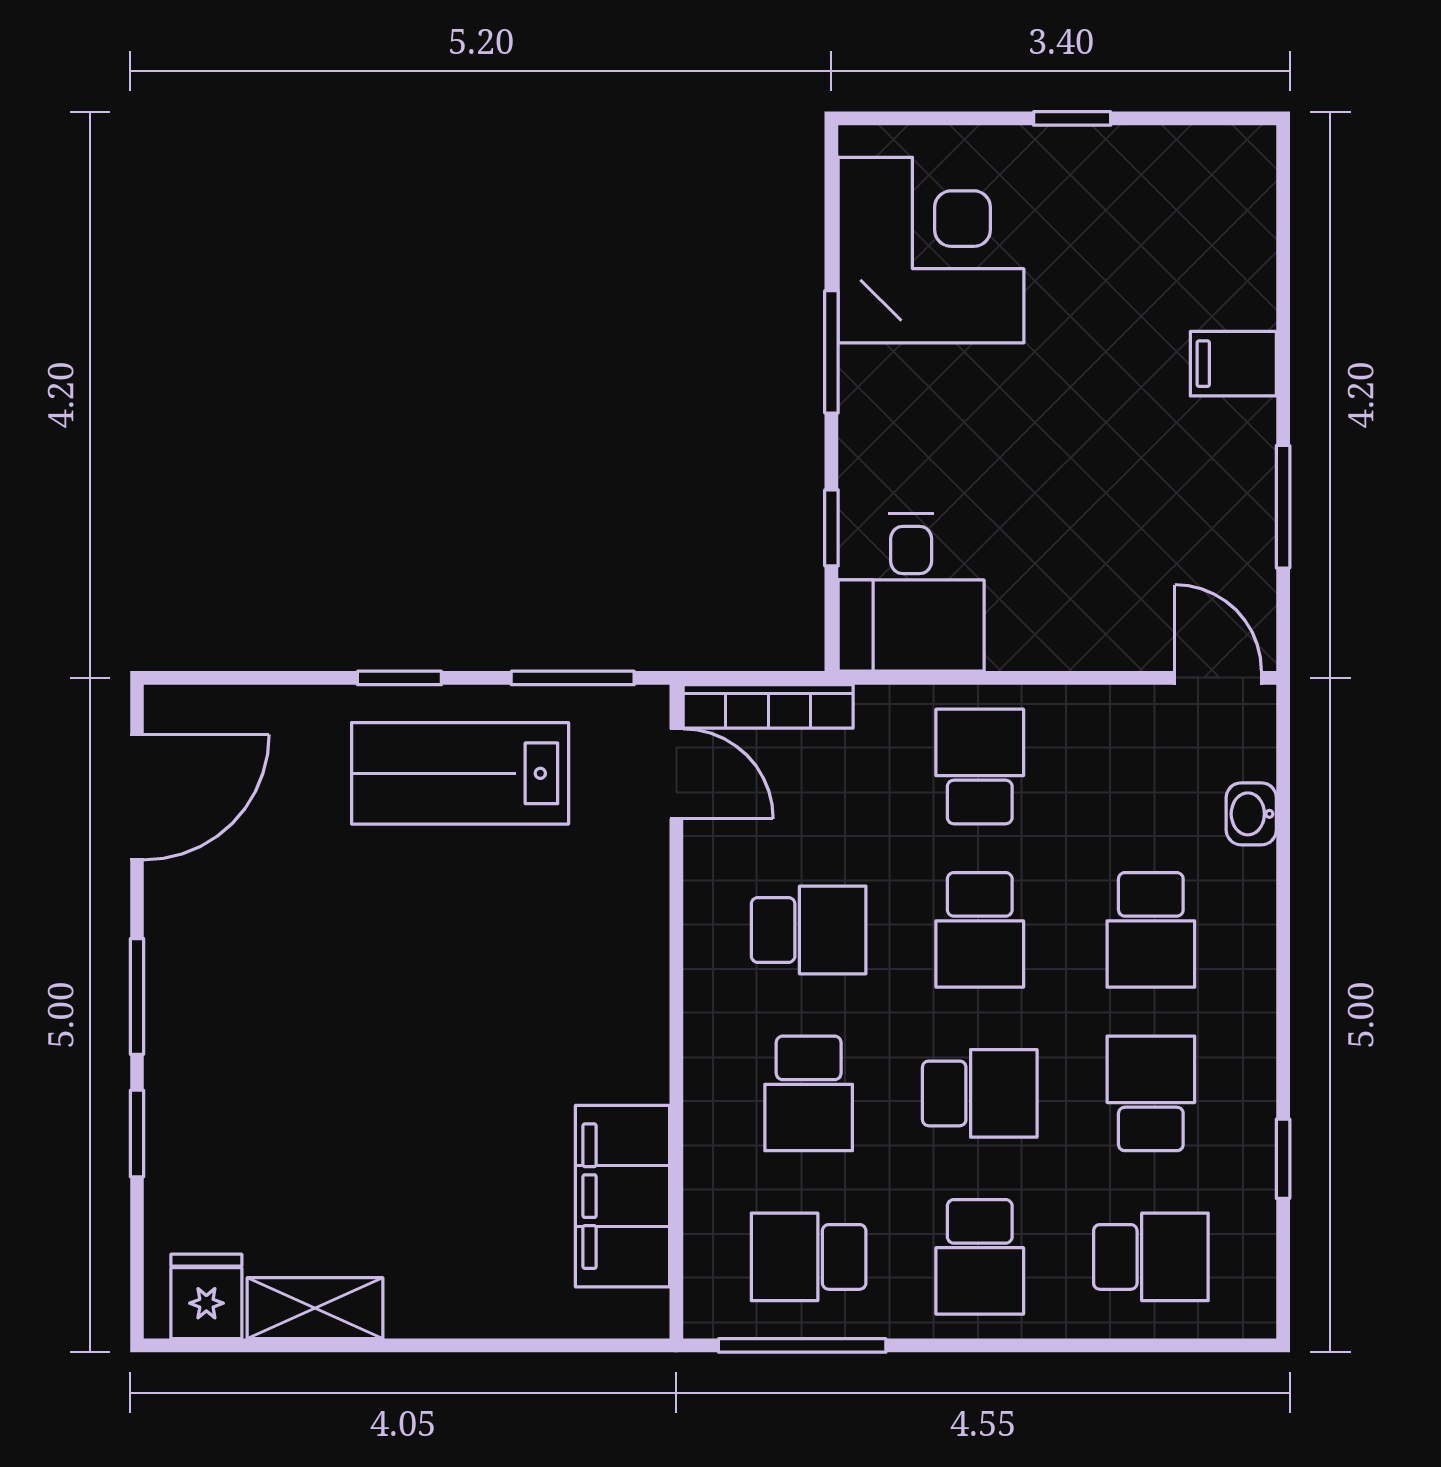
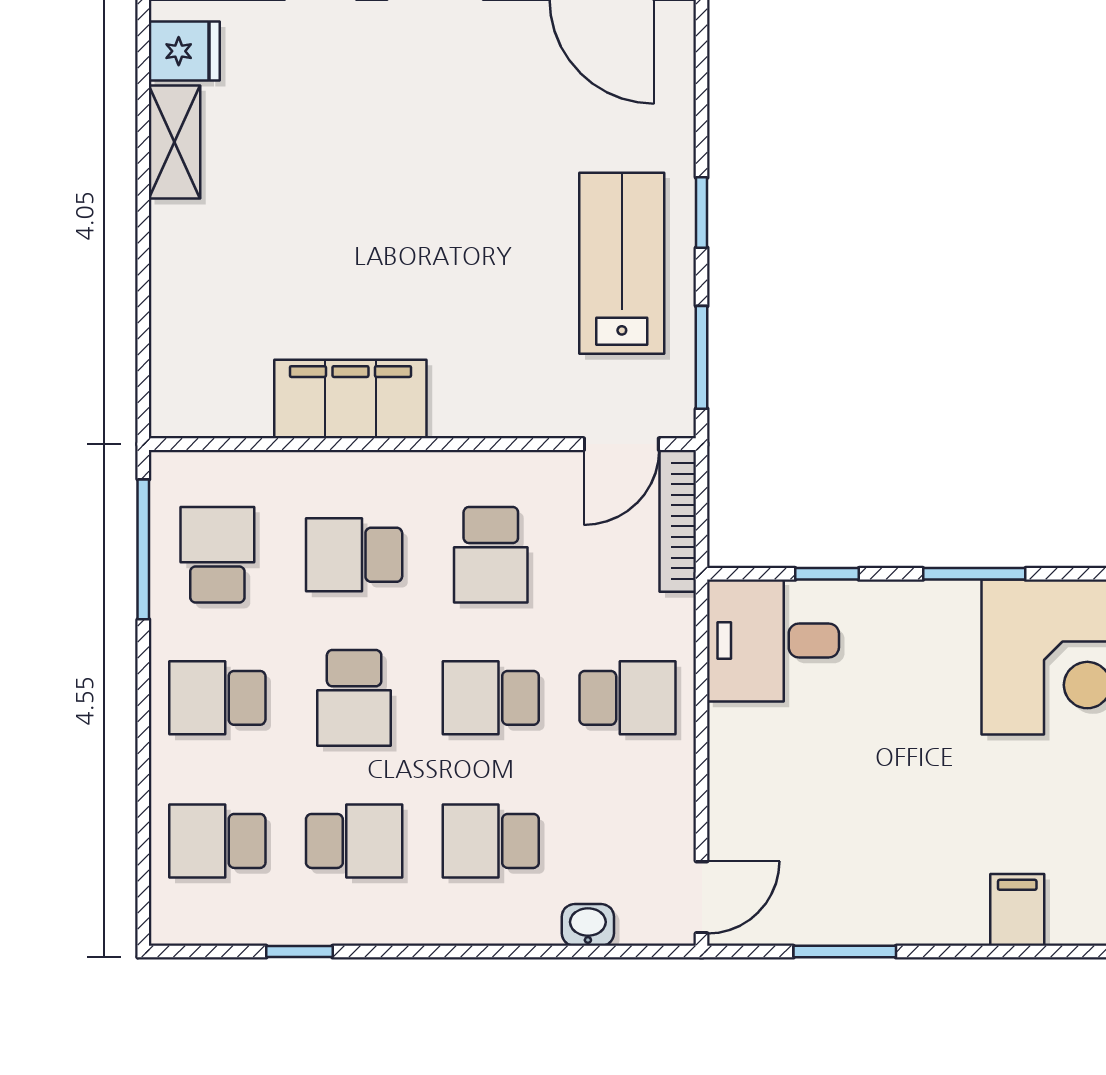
filing cabinet: (1233, 364) -> (1017, 910), moved
filing cabinet: (623, 1196) -> (350, 399), moved
school desk: (1151, 1257) -> (217, 841), turned 90

